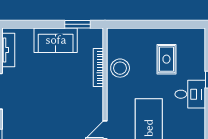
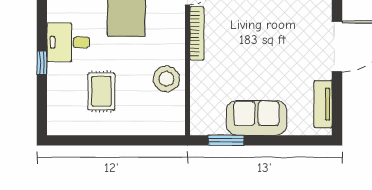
bookcase: (98, 67) -> (197, 33), moved

